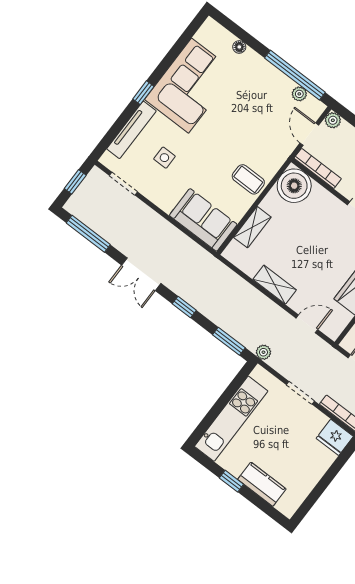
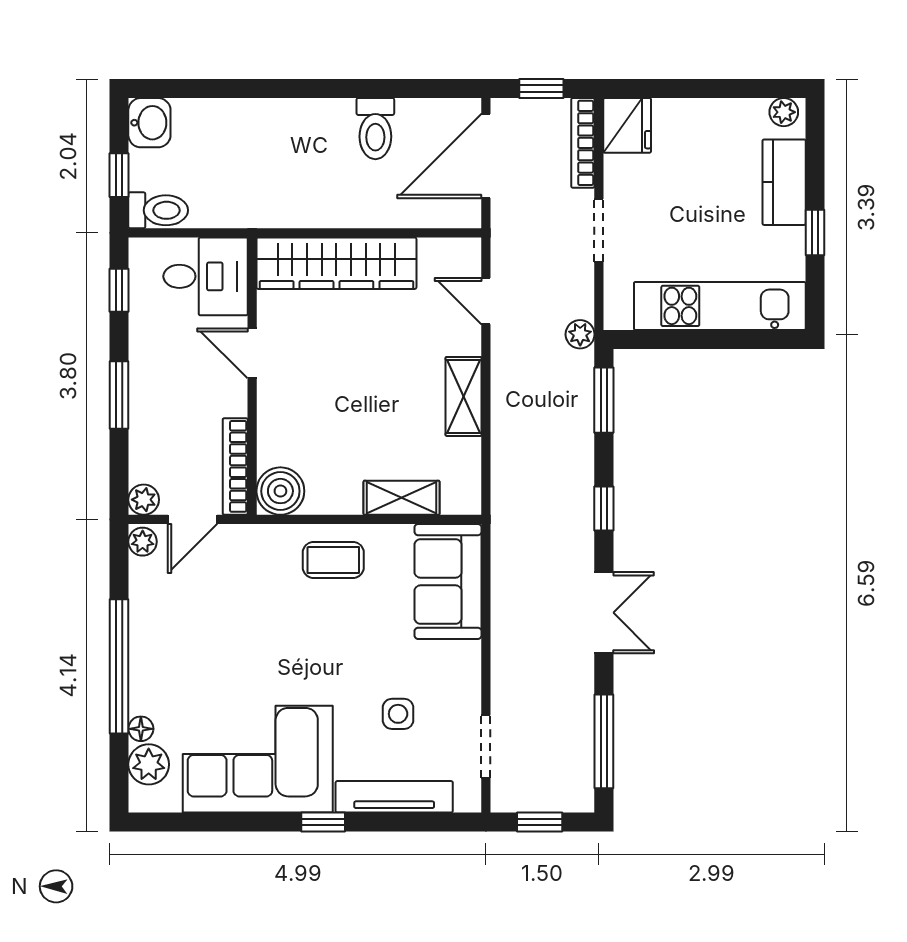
plant: (222, 39) -> (149, 764), added
window: (295, 75) -> (119, 666), moved
plant: (299, 94) -> (143, 542), moved
coffee table: (248, 179) -> (333, 560), turned 90
boiler: (294, 186) -> (280, 491), width x0.73, depth x0.73
plant: (291, 506) -> (784, 112), added

